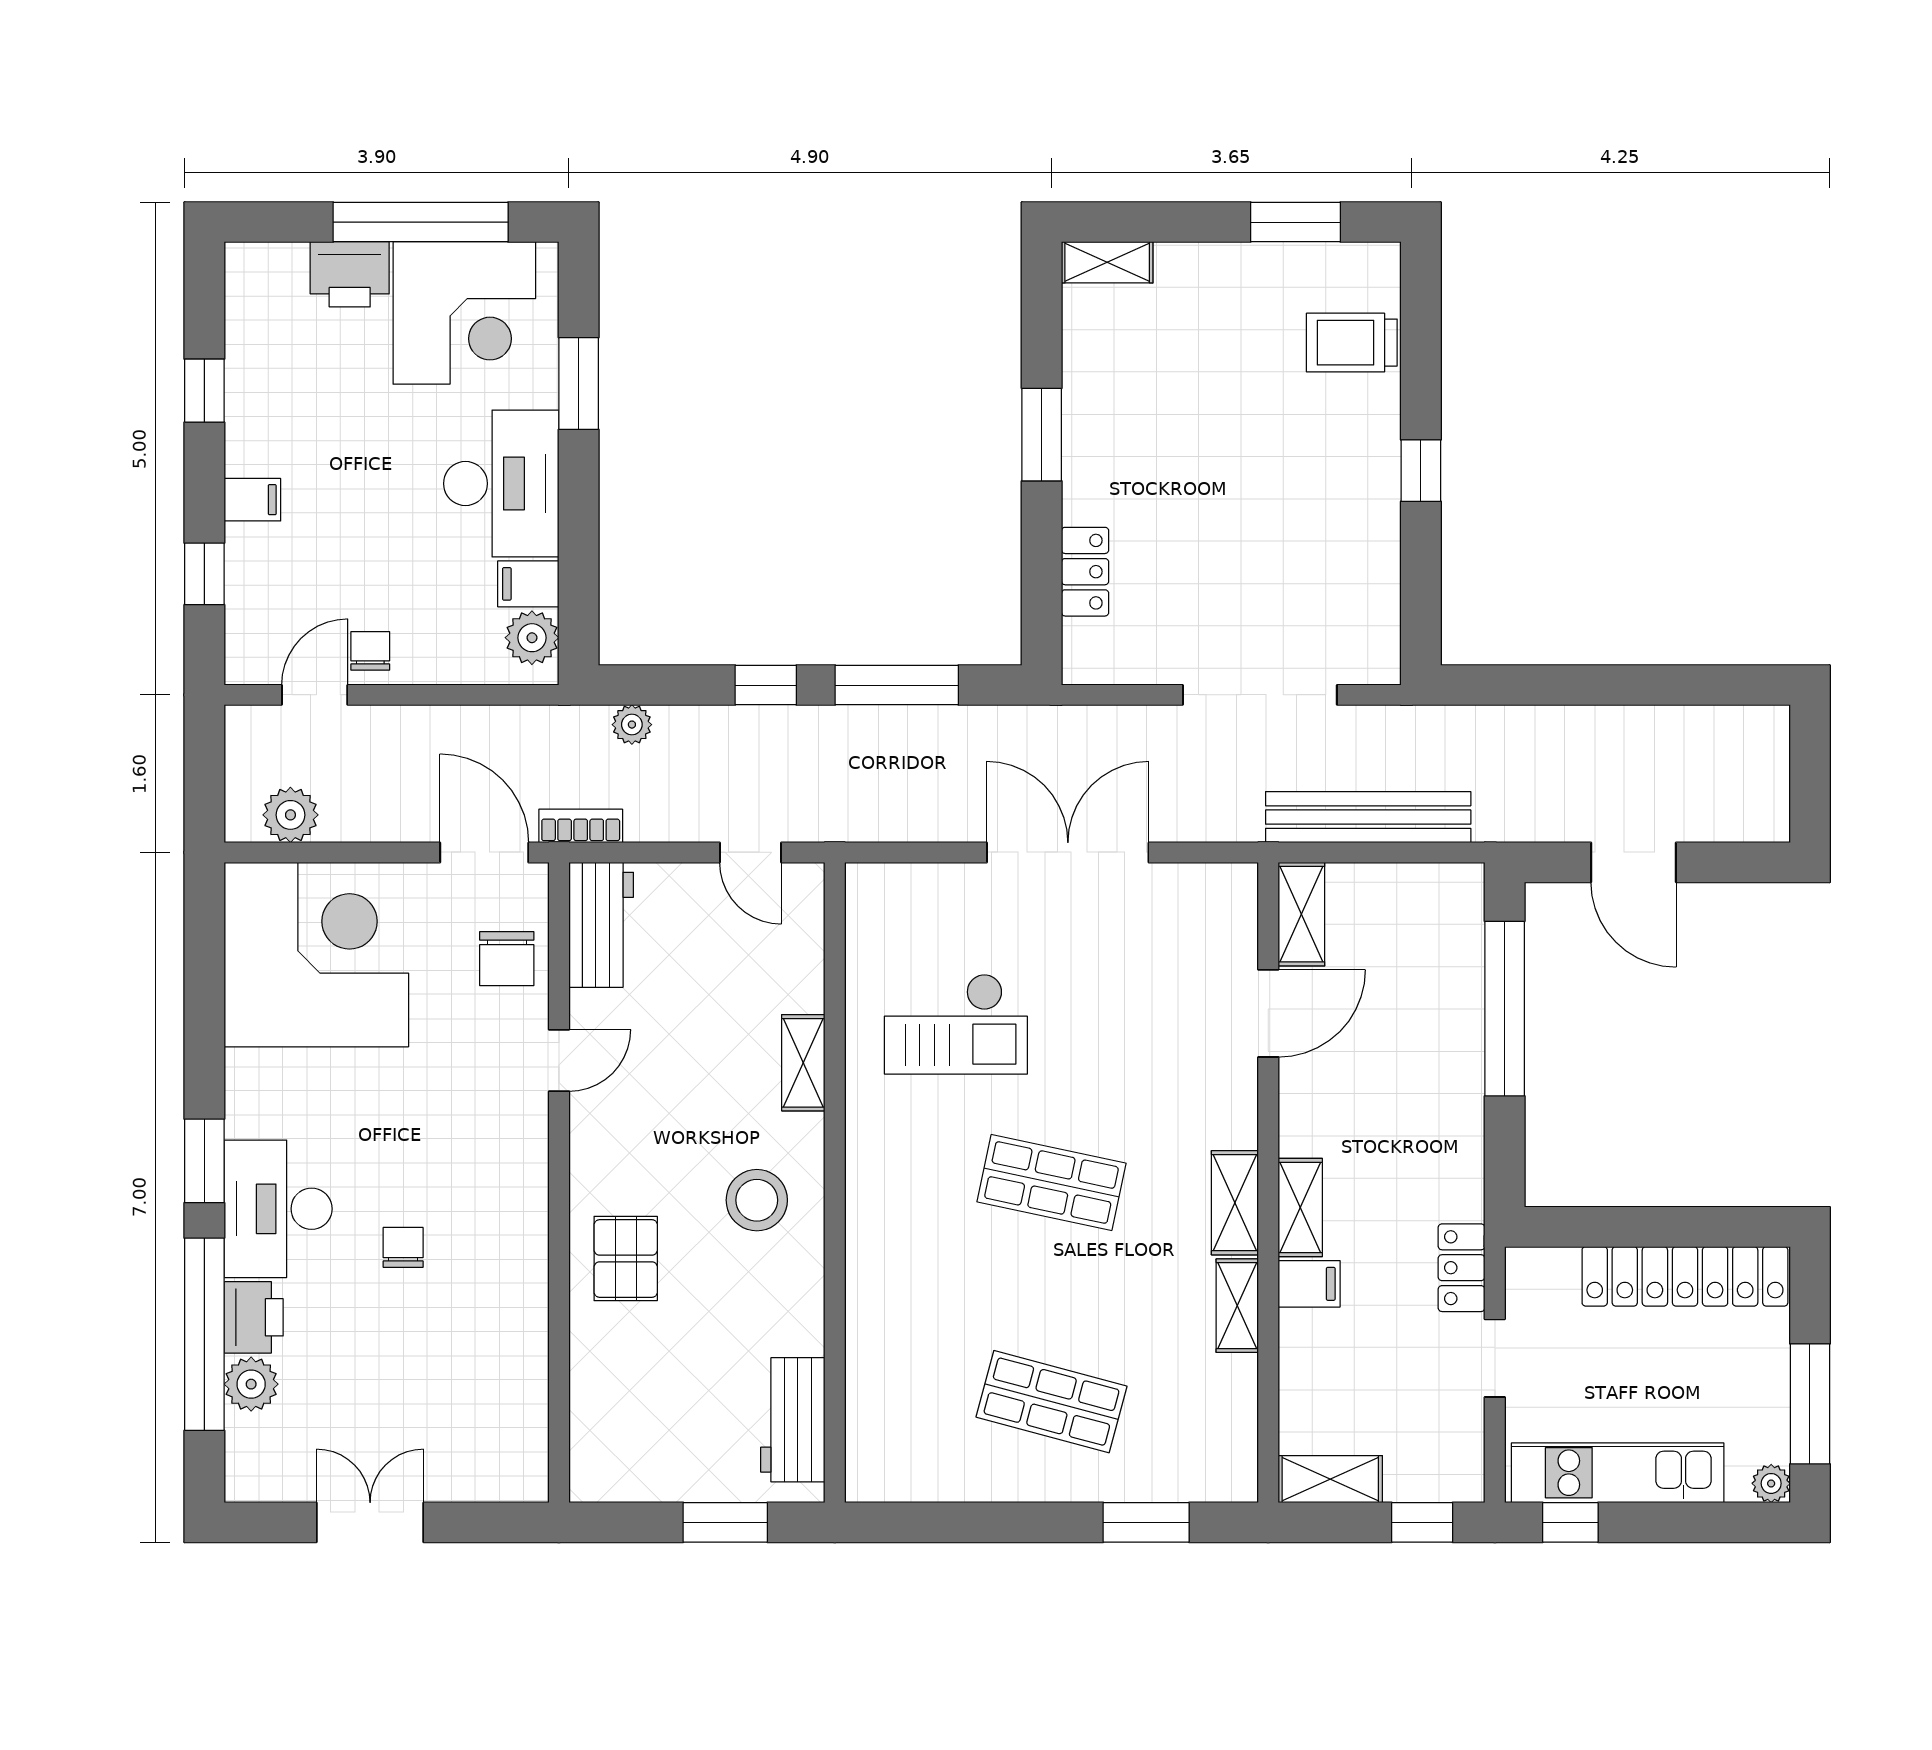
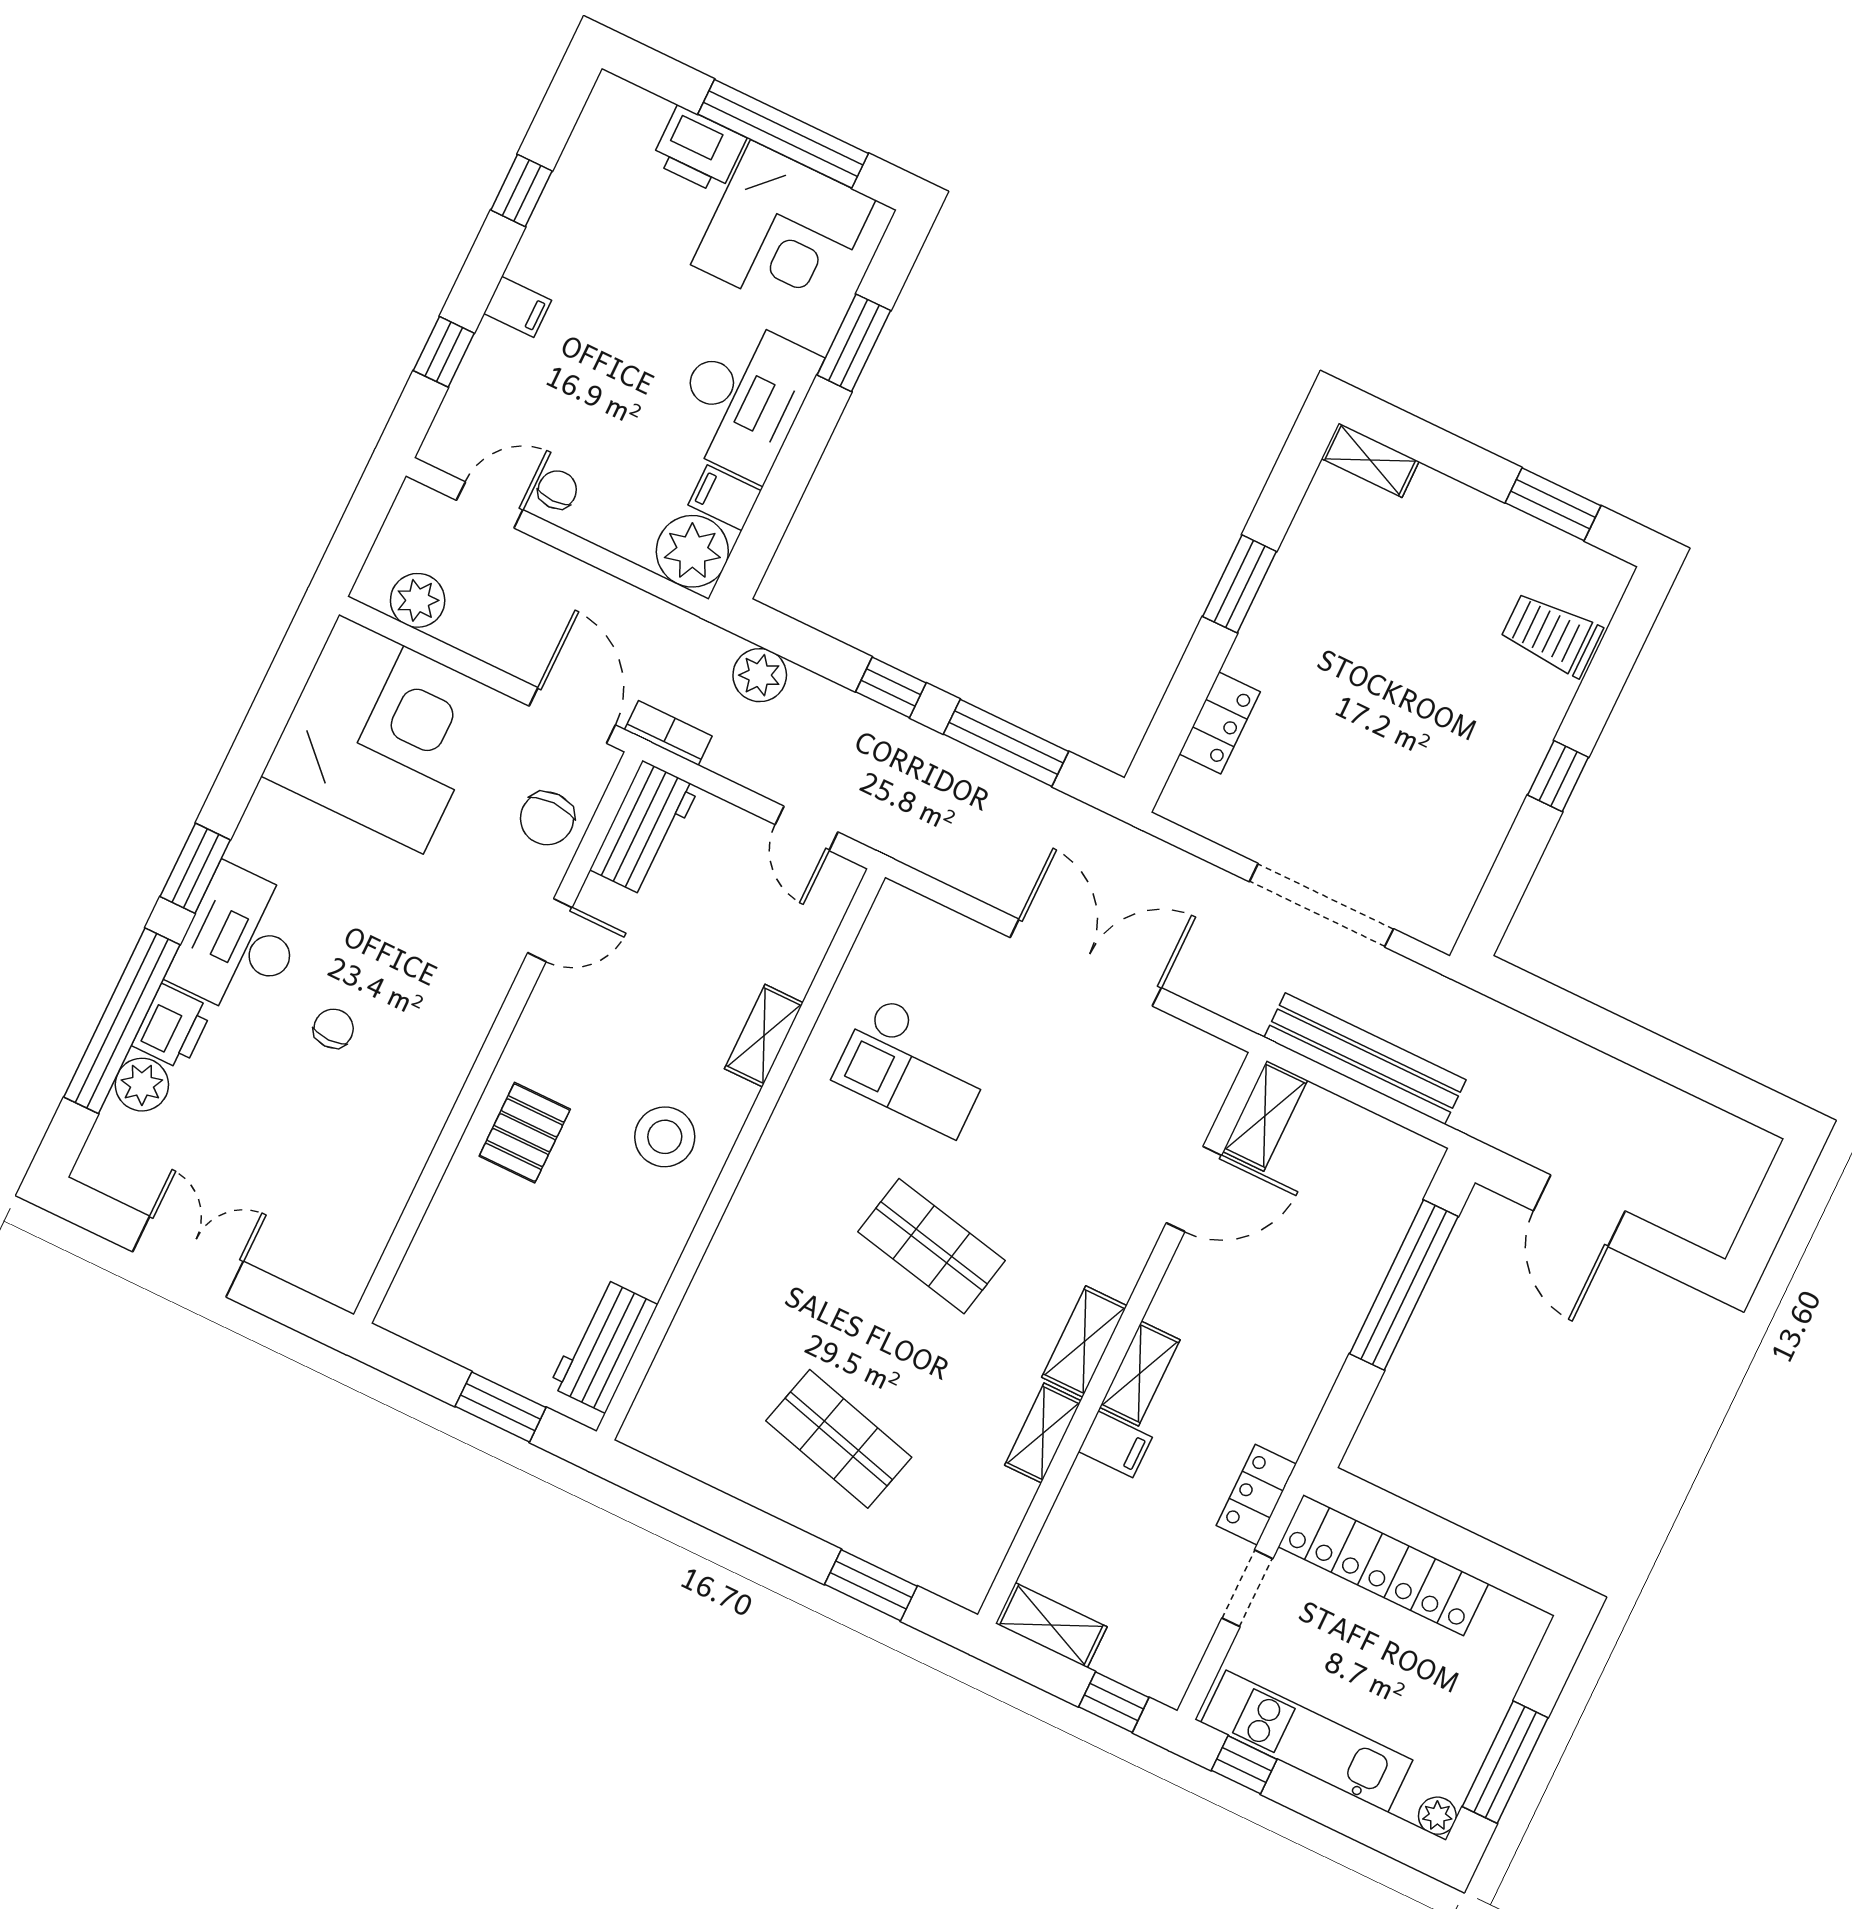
plant: (532, 638) -> (692, 551), width x1.36, depth x1.36
plant: (632, 725) -> (760, 675), width x1.38, depth x1.38
locker: (1685, 1276) -> (1383, 1565), moved

